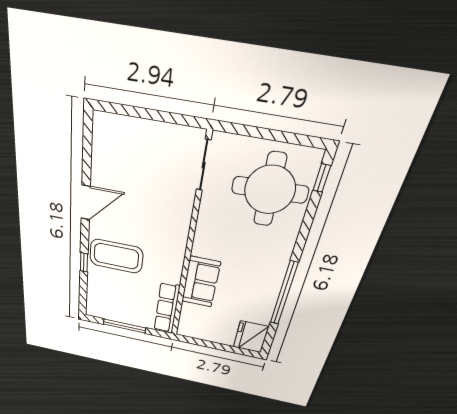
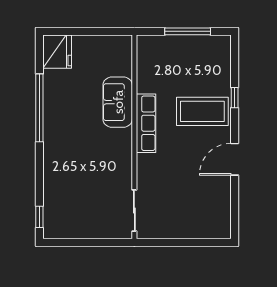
round table: (270, 190) -> (77, 200), removed
row of seats: (167, 308) -> (146, 123), moved

